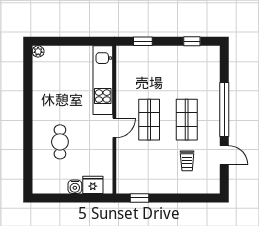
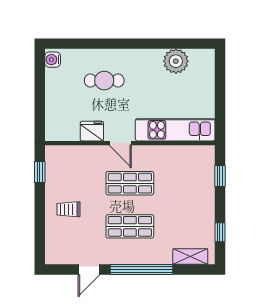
plant: (38, 51) -> (176, 61), moved, width x1.87, depth x1.87
shelving: (213, 67) -> (190, 257), added
trolley: (187, 161) -> (68, 209), moved
fridge: (93, 185) -> (92, 131), moved, turned -90
water cooler: (75, 187) -> (53, 60), moved

